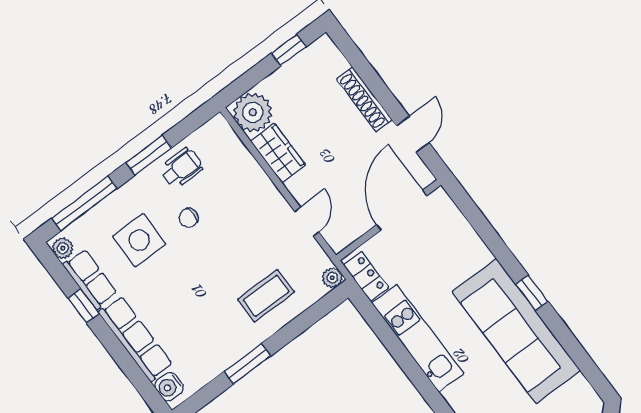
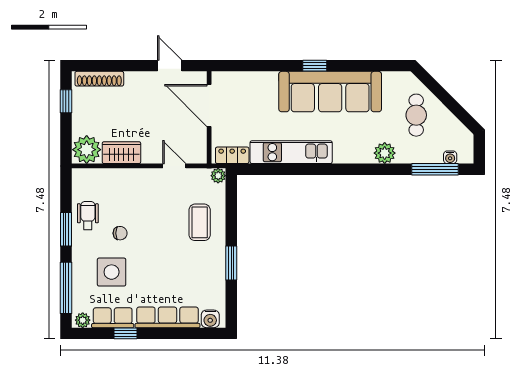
shoe rack: (364, 99) -> (99, 79), moved
chair: (189, 218) -> (120, 233), turned -89

